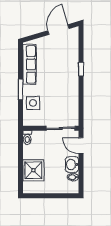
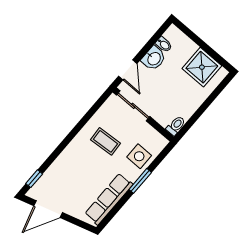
window: (81, 69) -> (34, 179), moved
coffee table: (59, 95) -> (105, 141), added
shower: (33, 170) -> (202, 67), moved

